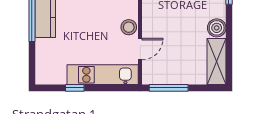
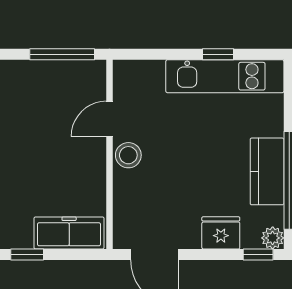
kitchen unit: (103, 75) -> (225, 76), moved

